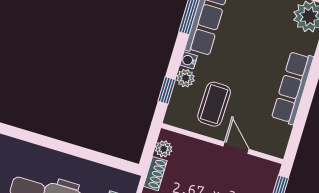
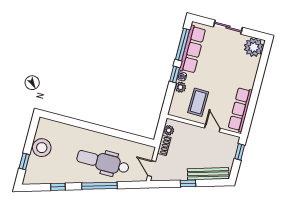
row of seats: (292, 88) -> (240, 109), moved
window: (167, 90) -> (175, 74), moved

